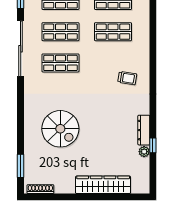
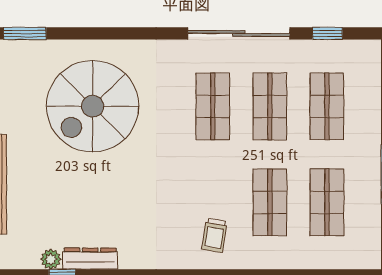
trolley: (127, 78) -> (214, 235), moved
spiral stairs: (60, 129) -> (93, 106), width x1.37, depth x1.37

